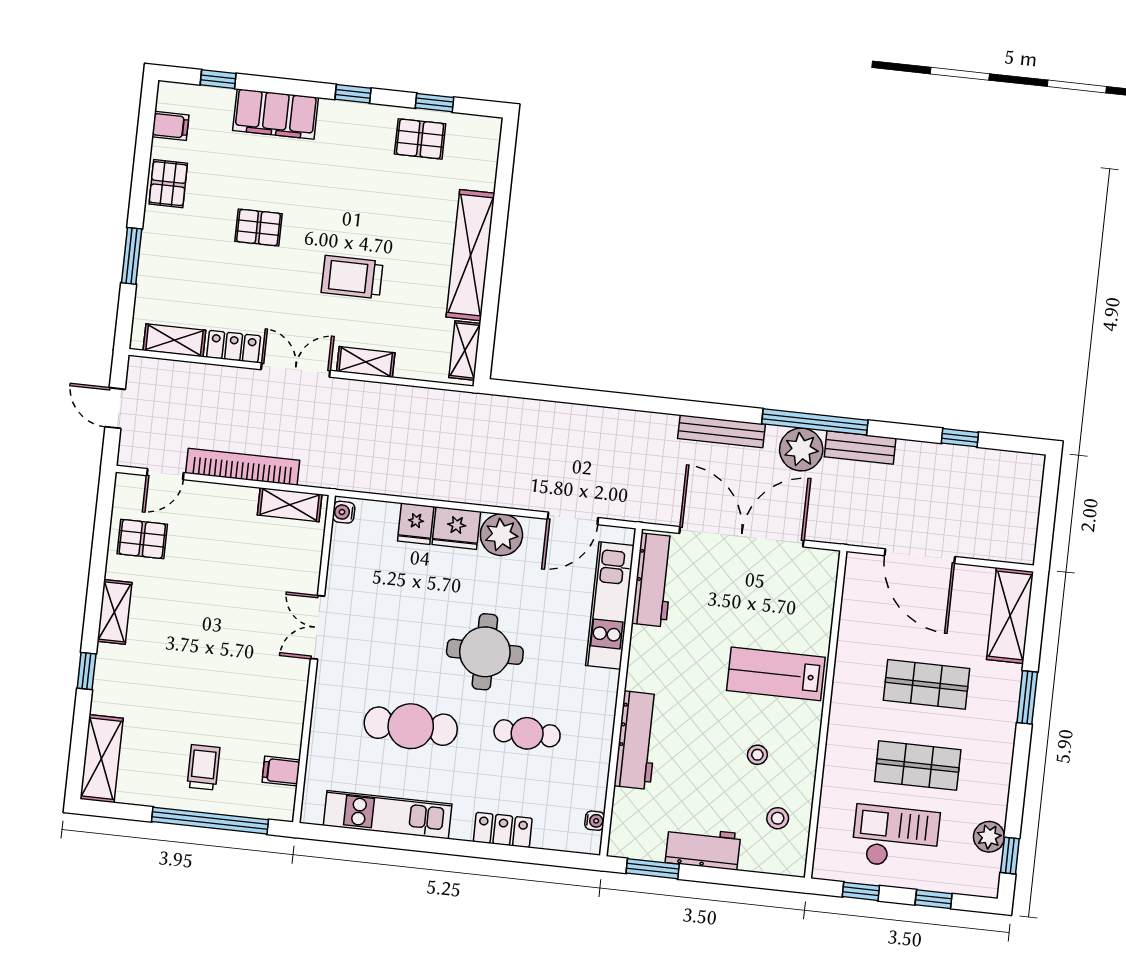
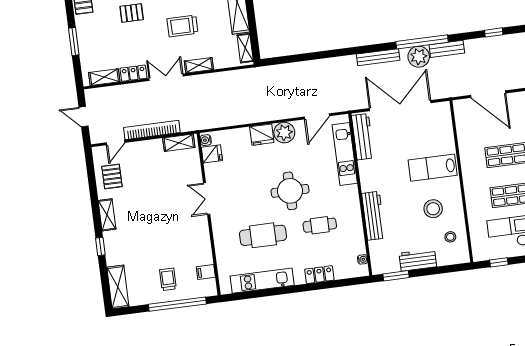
fridge: (416, 524) -> (212, 154), moved, turned -90
pallet: (142, 539) -> (112, 176), turned 90
stool: (757, 755) -> (433, 209), width x1.89, depth x1.89

